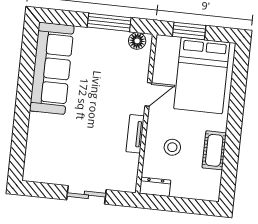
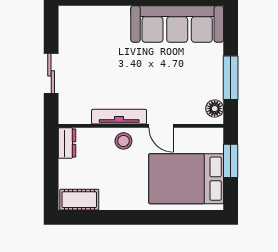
tv unit: (135, 134) -> (119, 117), width x1.41
stool: (172, 147) -> (123, 141), moved
cot: (214, 150) -> (79, 200), moved

